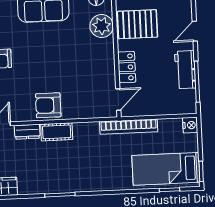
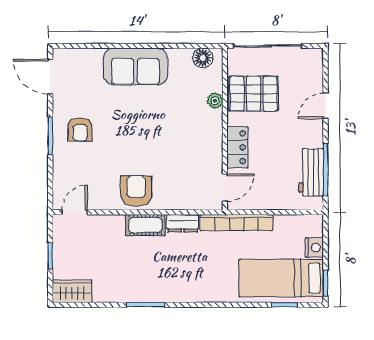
plant: (102, 26) -> (215, 101), width x0.53, depth x0.53
workbench: (185, 70) -> (311, 172), moved
armchair: (48, 105) -> (136, 191), turned 90
nightstand: (190, 125) -> (314, 248), moved
dresser: (27, 132) -> (183, 223), moved

